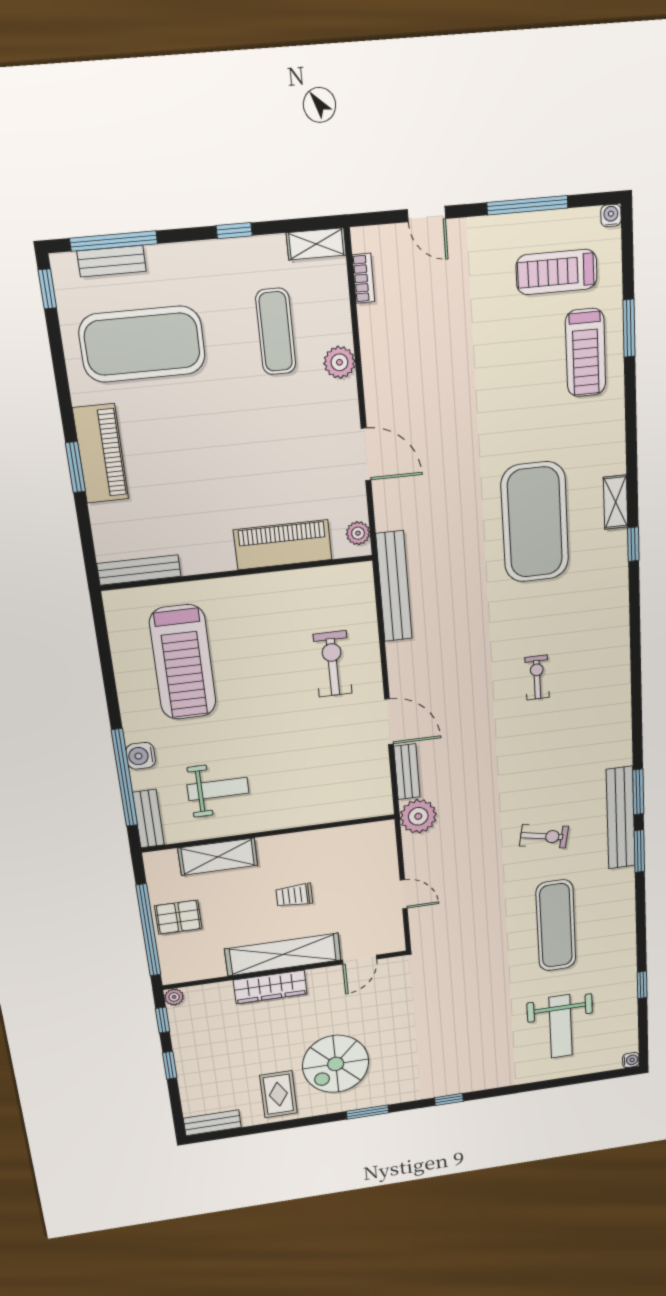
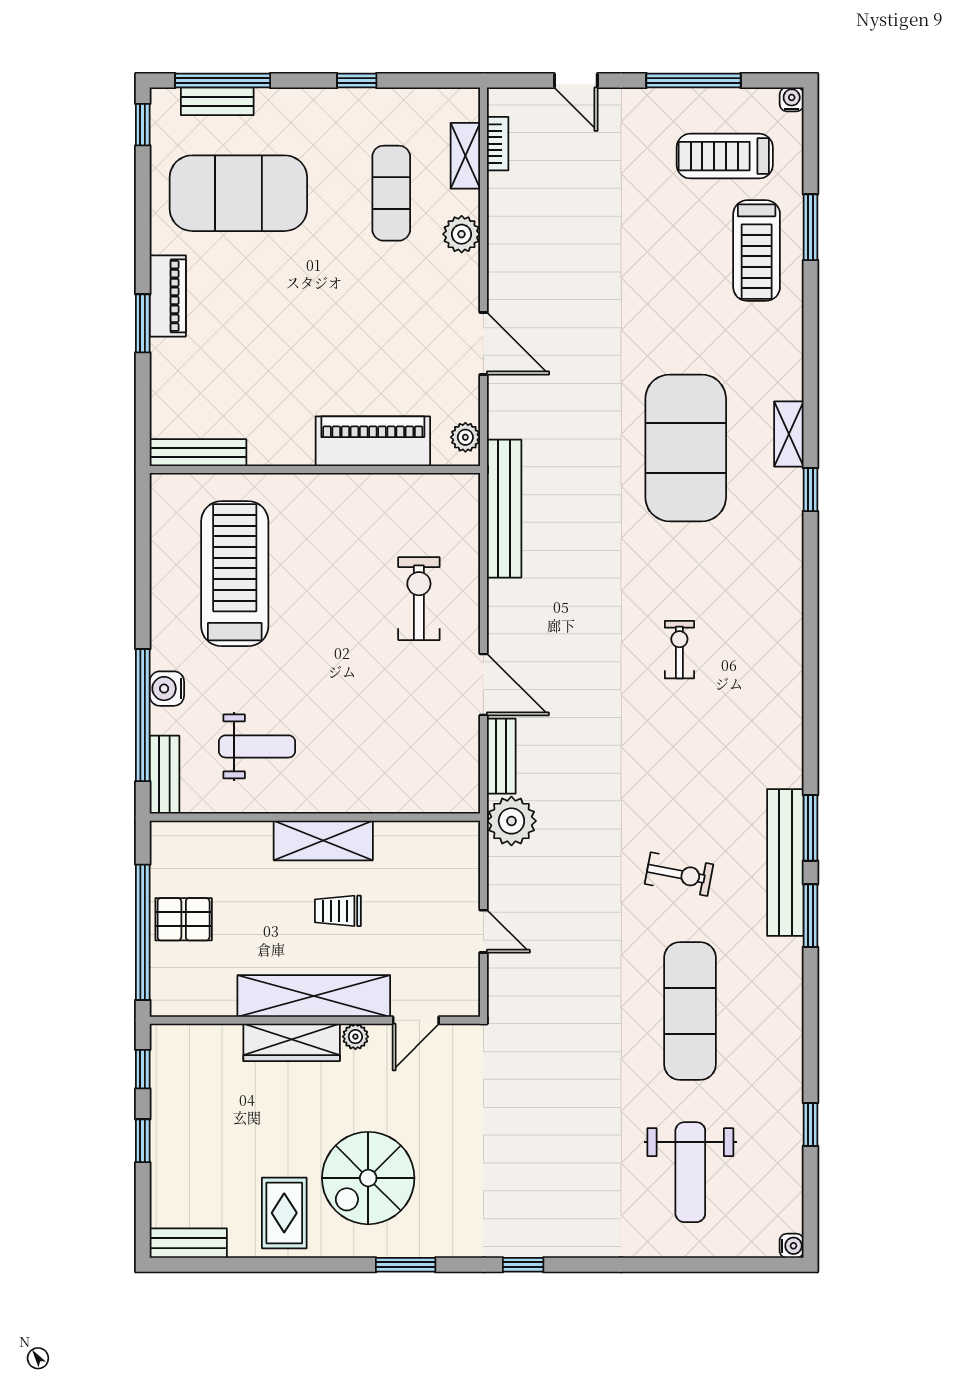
shelving: (316, 244) -> (465, 156), moved, turned 90
piano: (101, 454) -> (168, 296), width x0.73, depth x0.75
treadmill: (183, 662) -> (235, 574), turned 180
shelving: (218, 857) -> (323, 840), moved
plant: (174, 997) -> (355, 1037), moved

